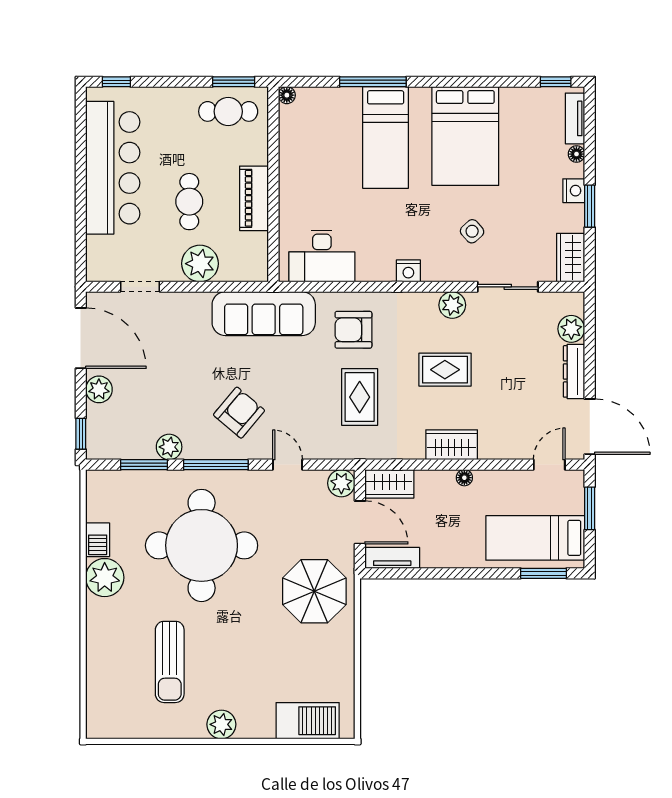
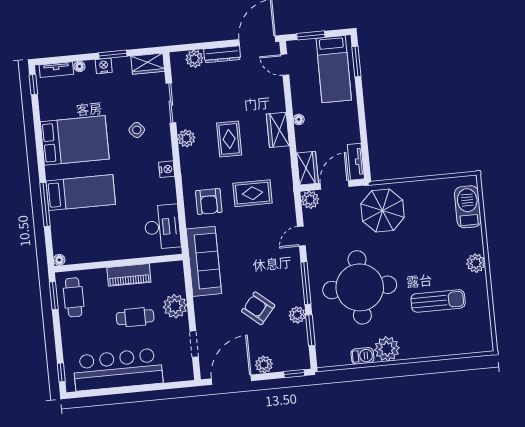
armchair: (239, 413) -> (258, 308), moved

